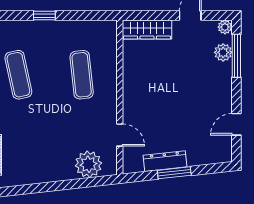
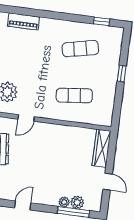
plant: (225, 27) -> (64, 202), moved
door: (236, 124) -> (23, 205), hinge flipped

